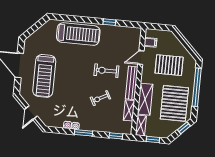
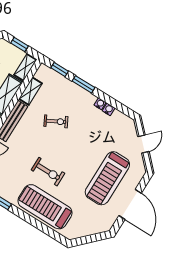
exercise bike: (106, 71) -> (48, 172), moved
treadmill: (44, 76) -> (107, 178), turned 180
window: (83, 133) -> (83, 84), moved

